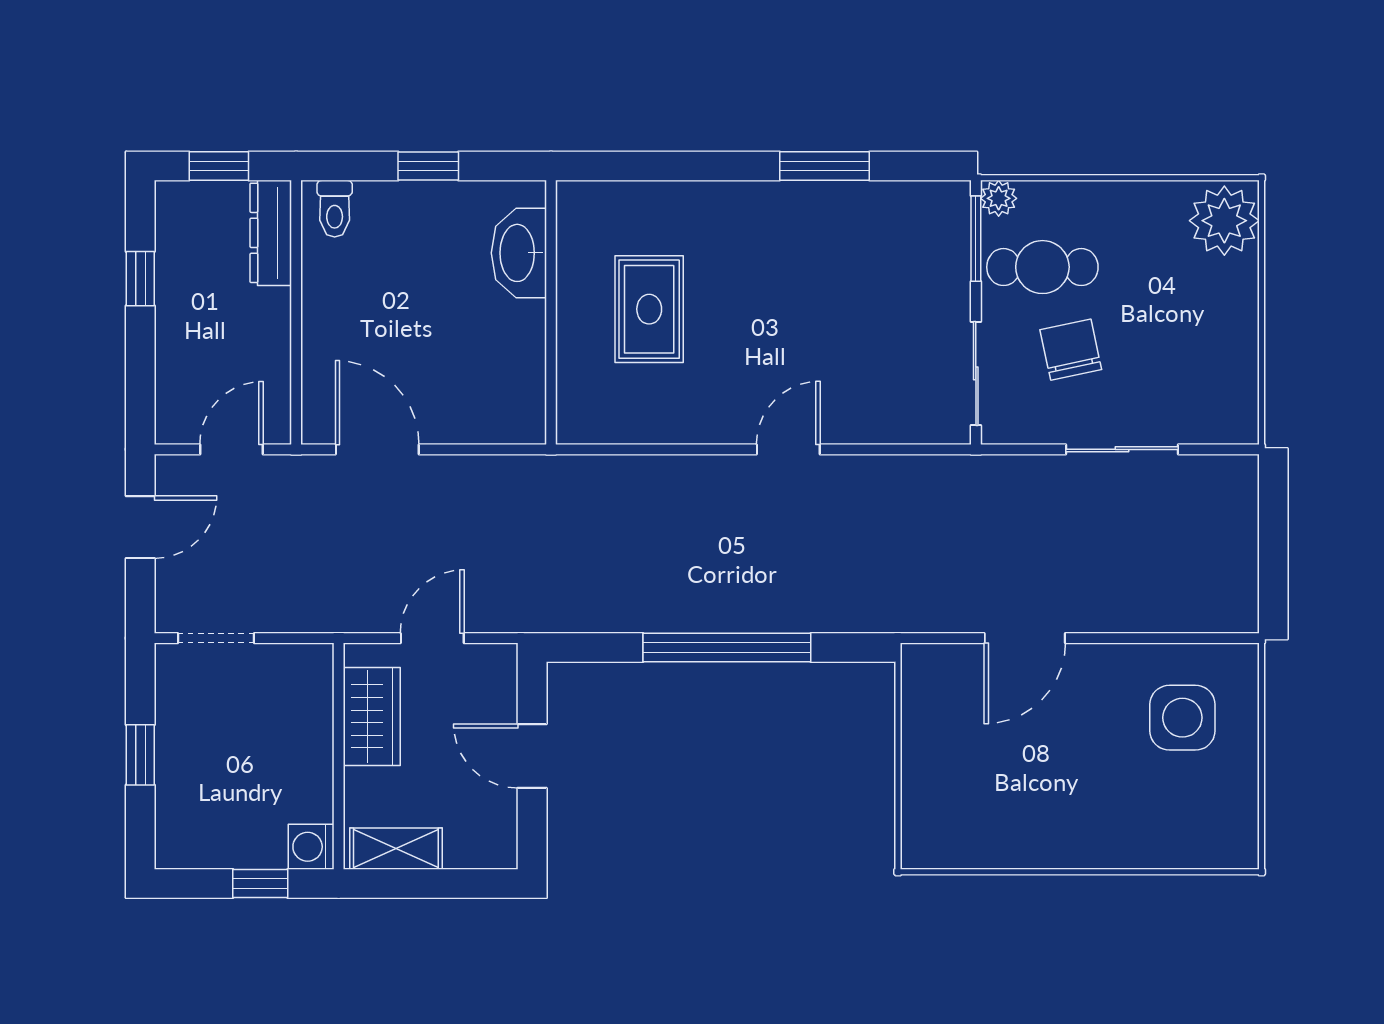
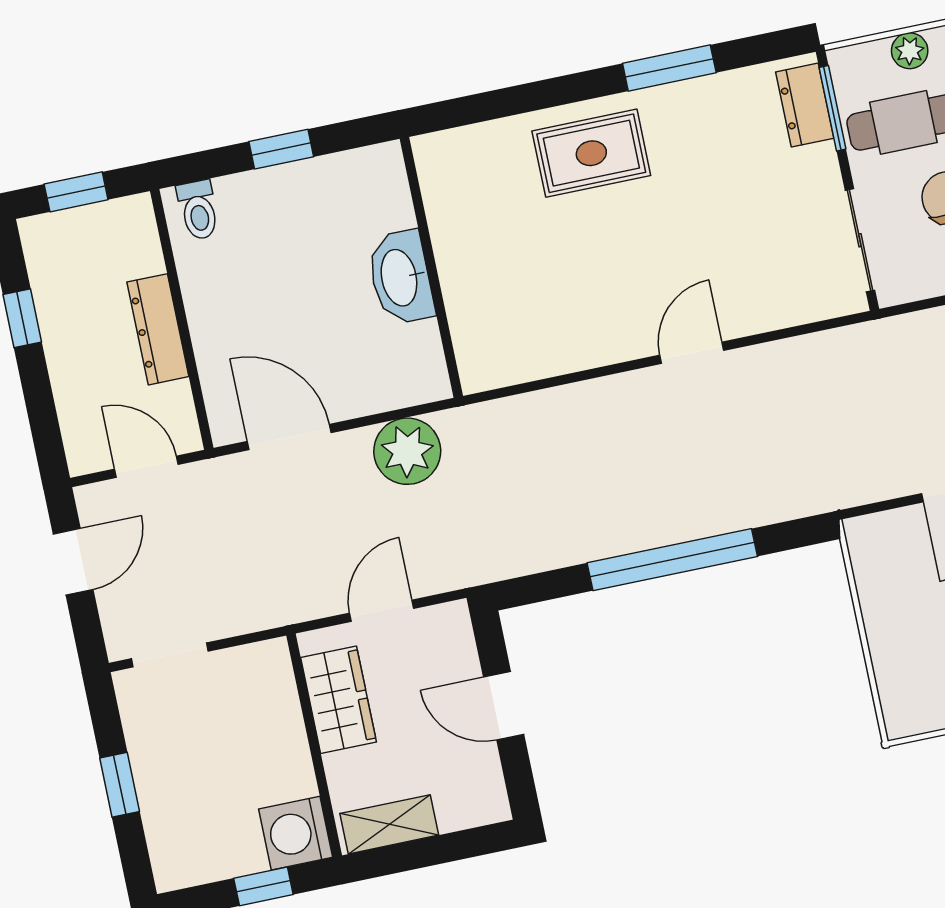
plant: (999, 198) -> (910, 51), moved
dresser: (949, 230) -> (805, 105), added
dresser: (271, 233) -> (158, 329), moved
washbasin: (519, 253) -> (401, 277), moved
rug: (649, 309) -> (591, 153), moved, turned 90
door: (232, 449) -> (146, 467), hinge flipped
plant: (490, 487) -> (407, 451), added
washing machine: (311, 847) -> (296, 833), width x1.38, depth x1.38

